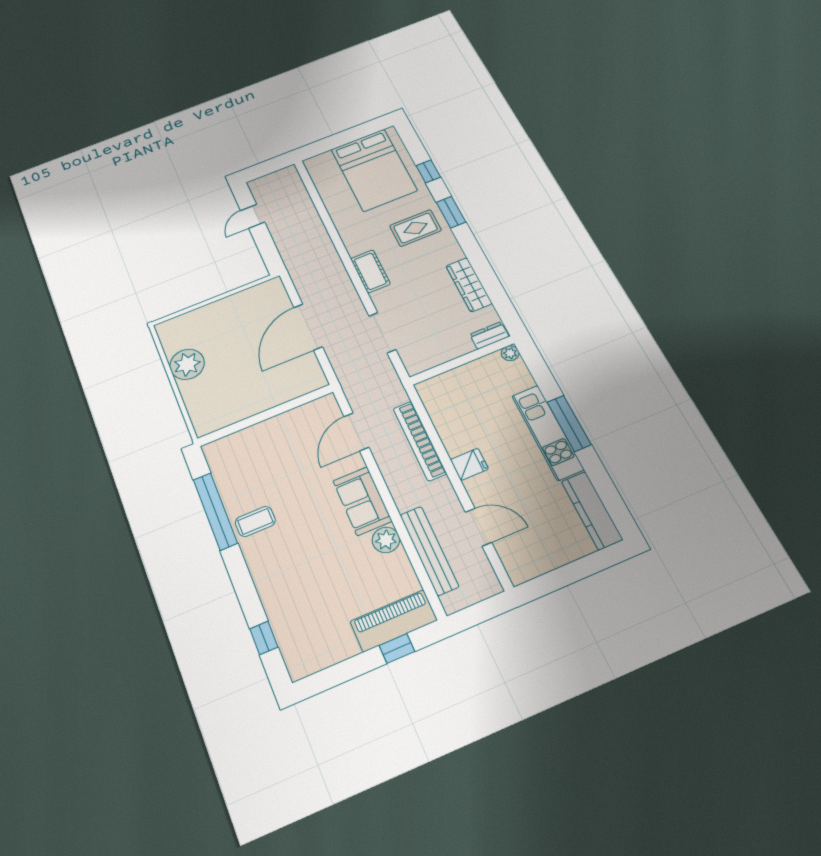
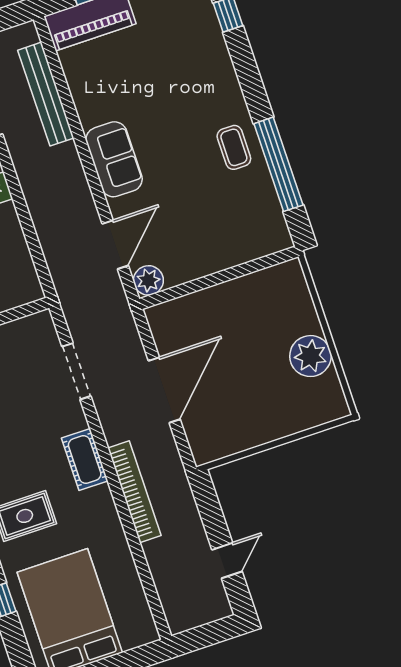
bookcase: (420, 441) -> (134, 492), moved
coffee table: (255, 521) -> (234, 147), turned 90
plant: (386, 540) -> (148, 280), moved

